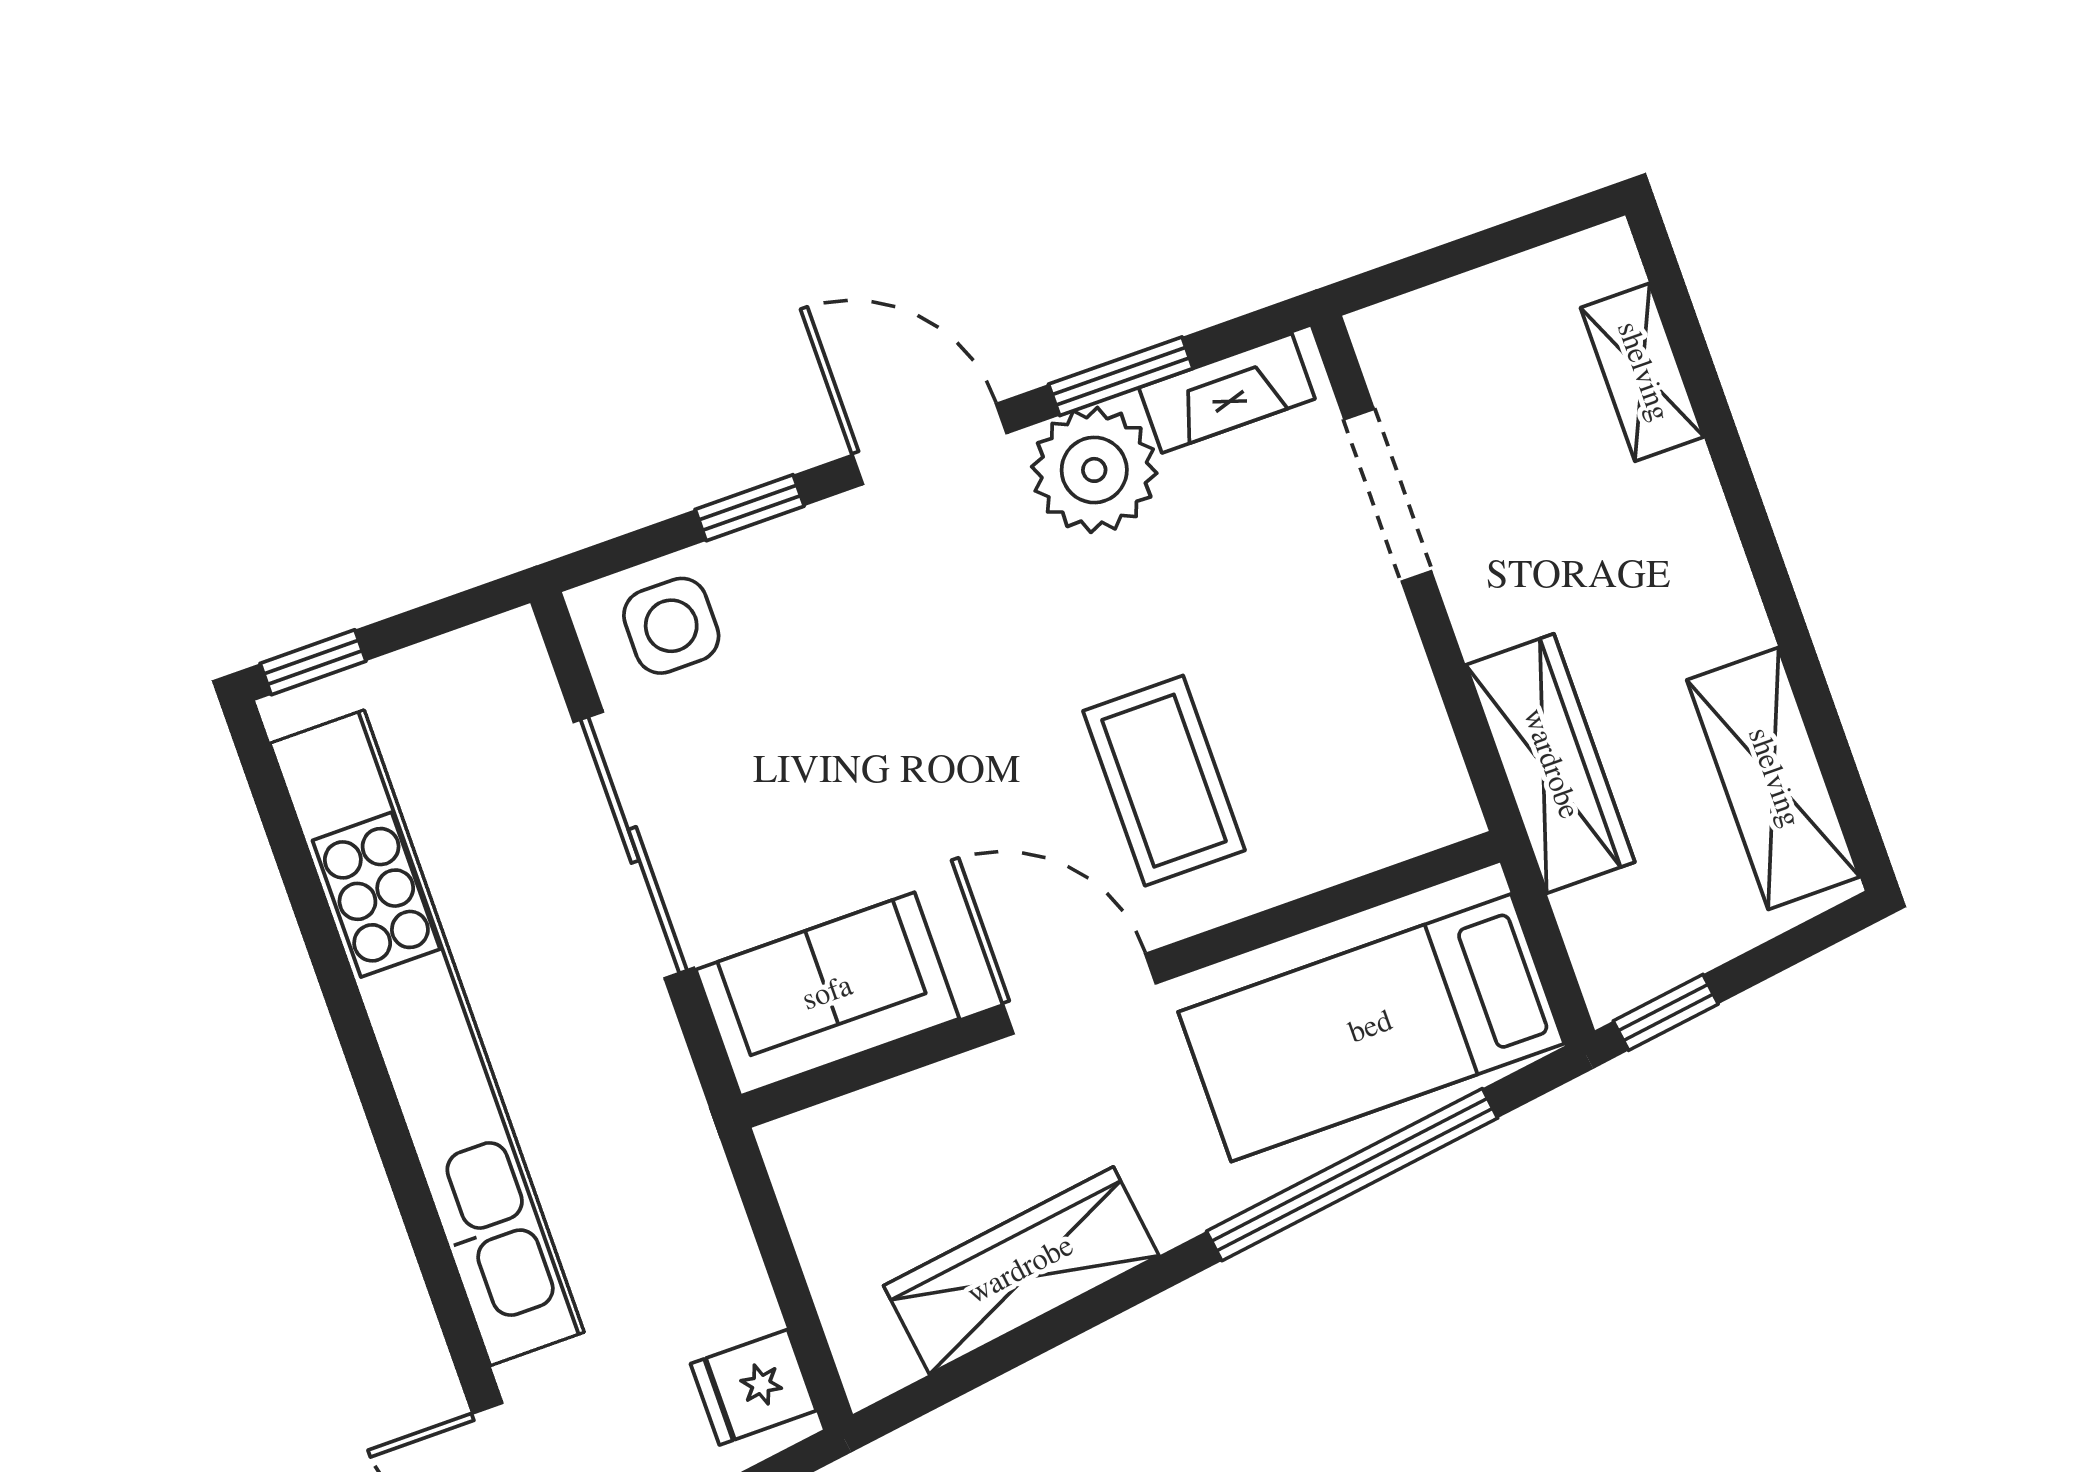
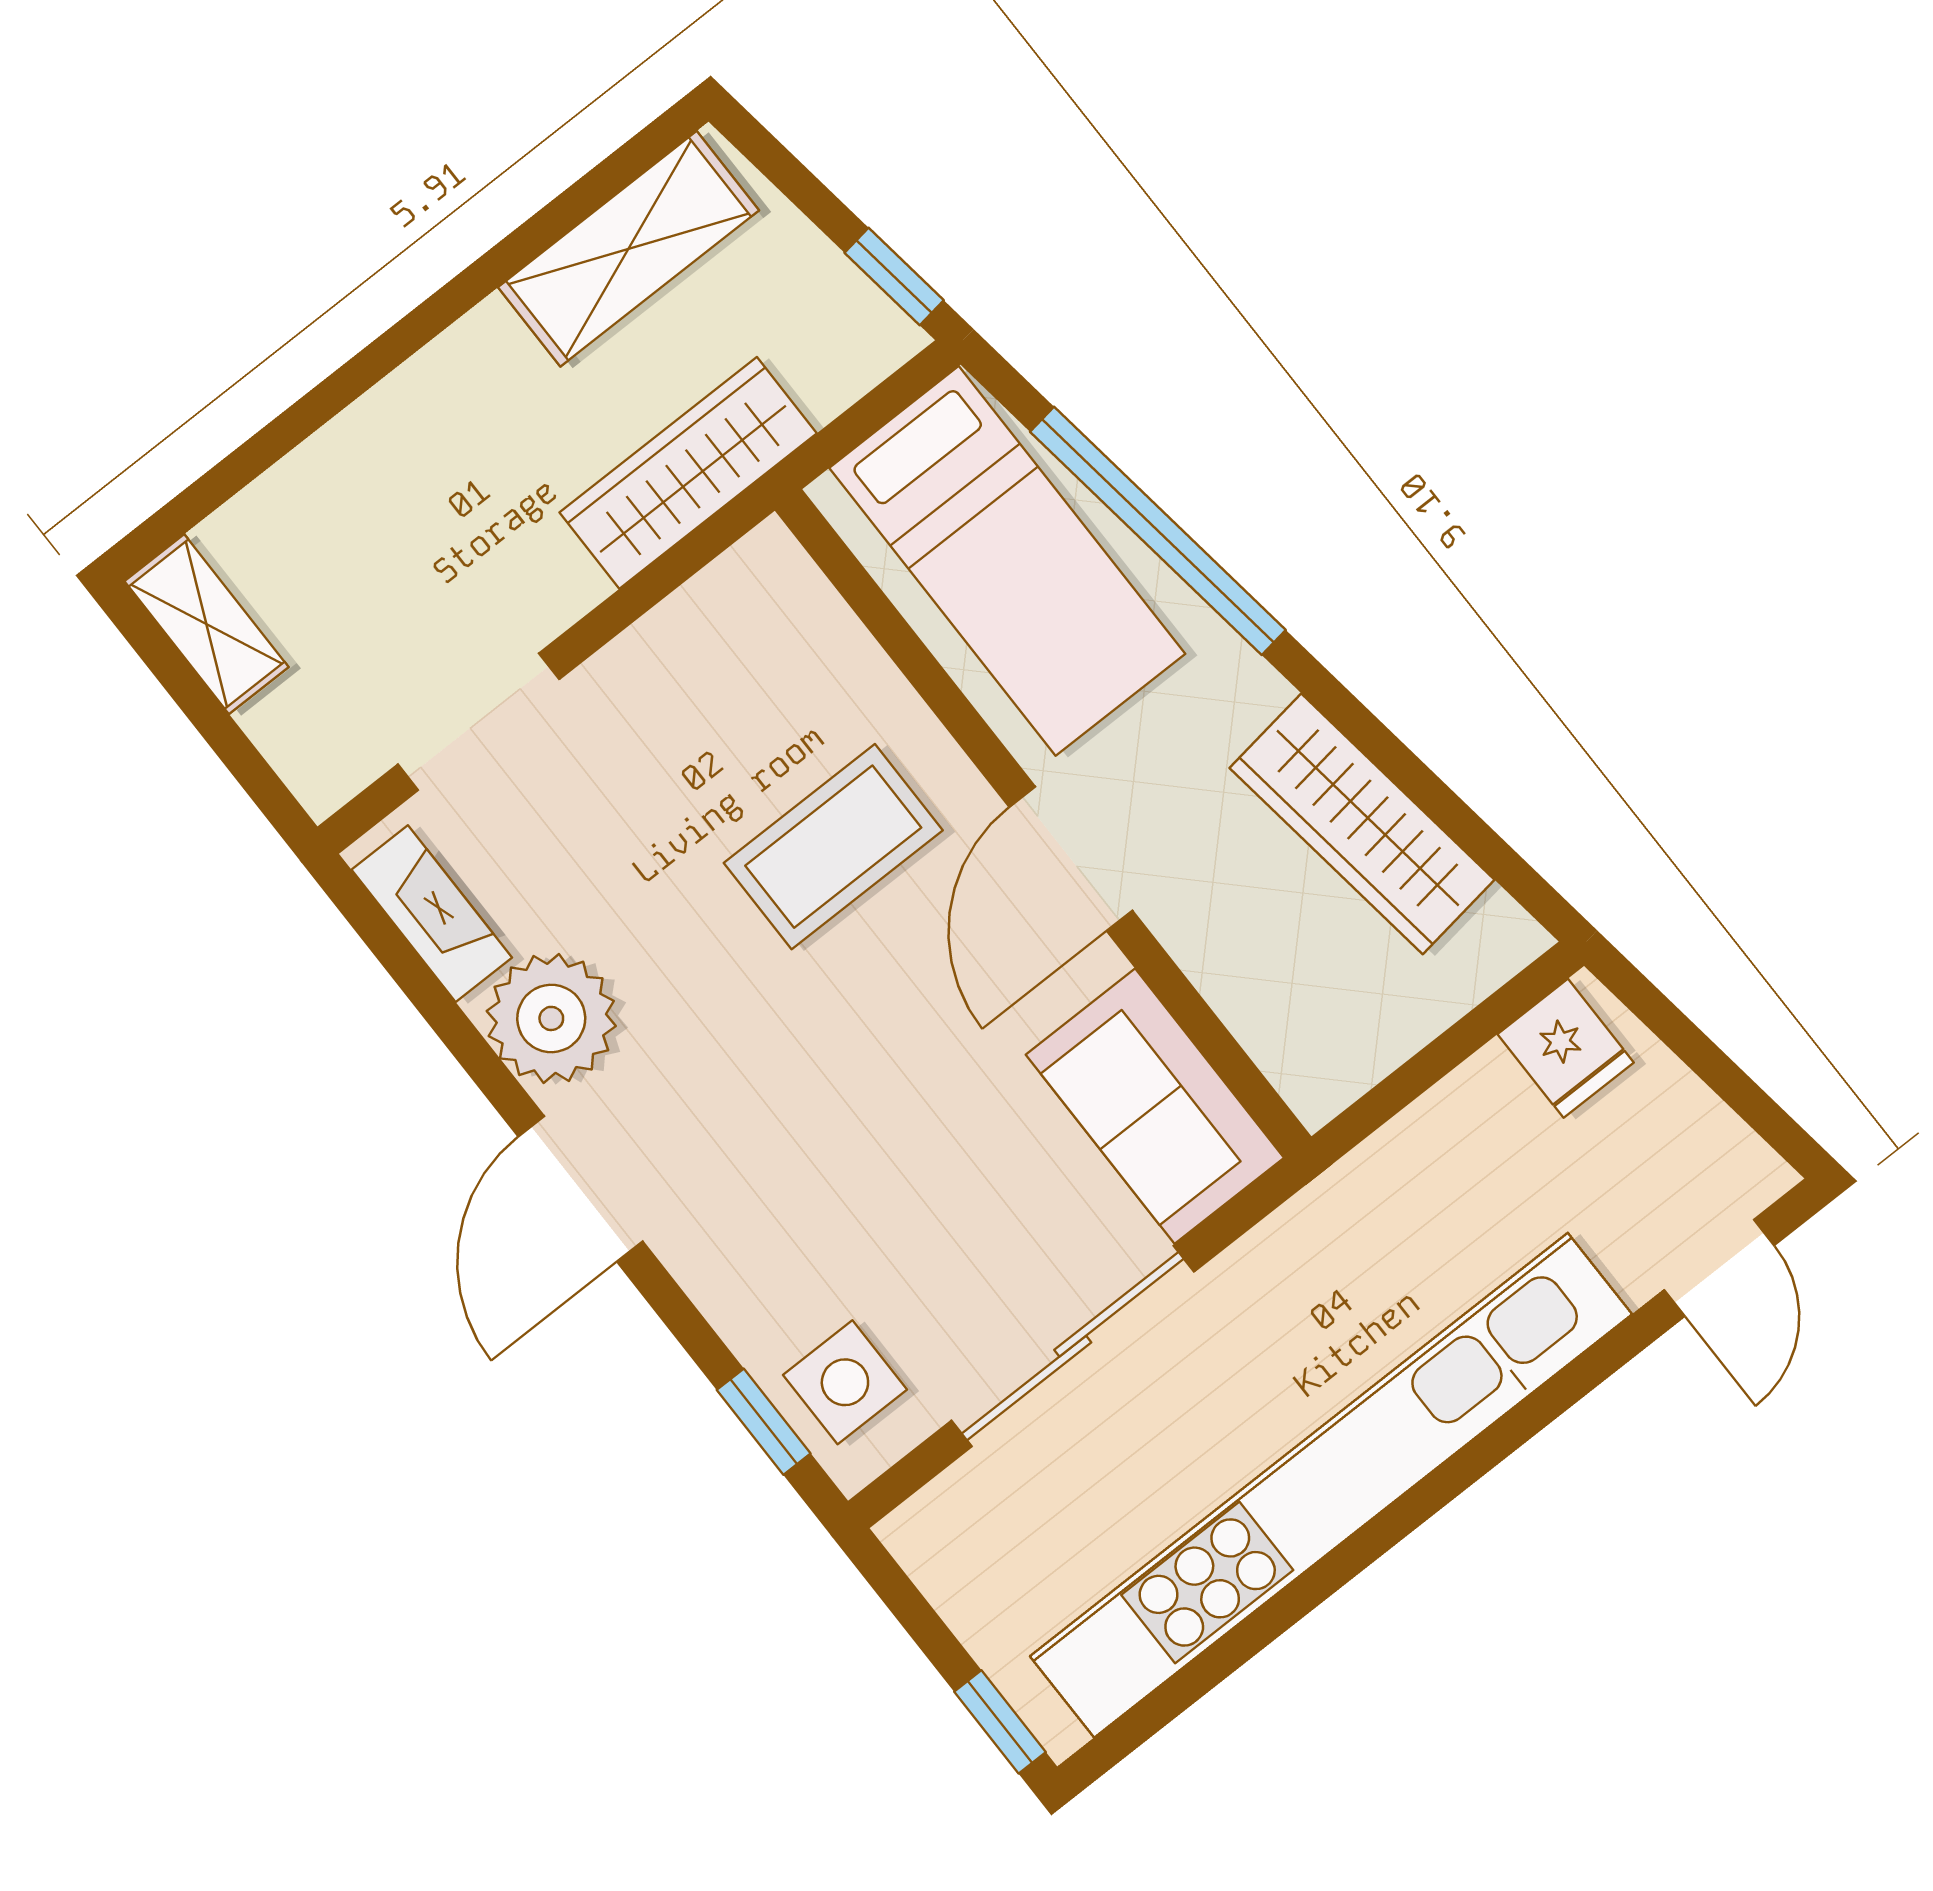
shelving: (1642, 372) -> (207, 624), moved, turned 90
window: (1121, 376) -> (450, 1024), removed
window: (750, 508) -> (764, 1422), moved

